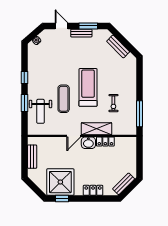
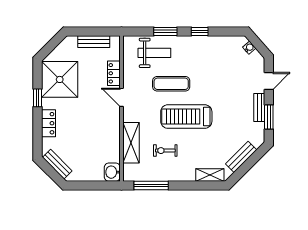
shelving: (132, 70) -> (210, 175), added
treadmill: (88, 87) -> (186, 117), turned 180
weight bench: (40, 111) -> (154, 53), turned 180
shelving: (97, 129) -> (131, 143), moved
locker: (105, 142) -> (114, 73), moved
washbasin: (88, 143) -> (112, 172), moved
window: (62, 199) -> (38, 98), moved

